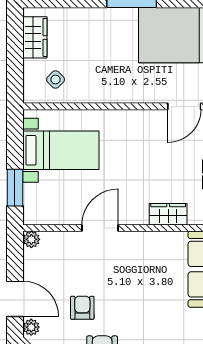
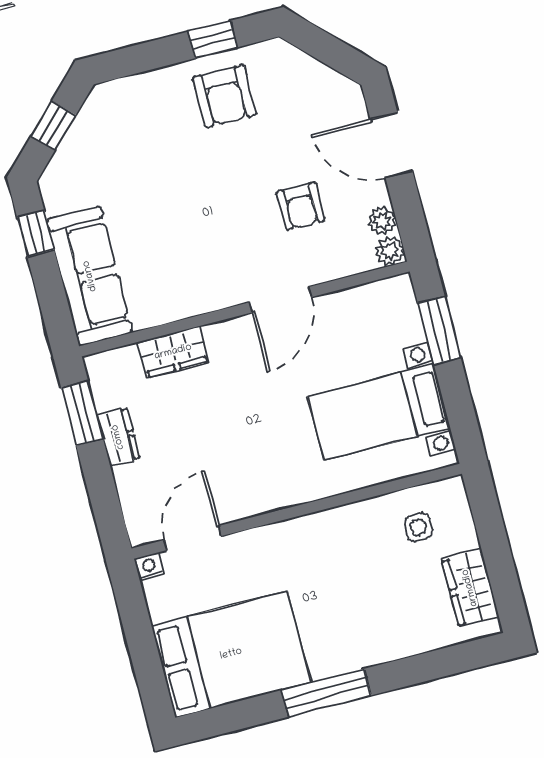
side table: (56, 80) -> (418, 527), turned 45
armchair: (82, 308) -> (301, 206), moved
plant: (31, 327) -> (382, 221), moved

